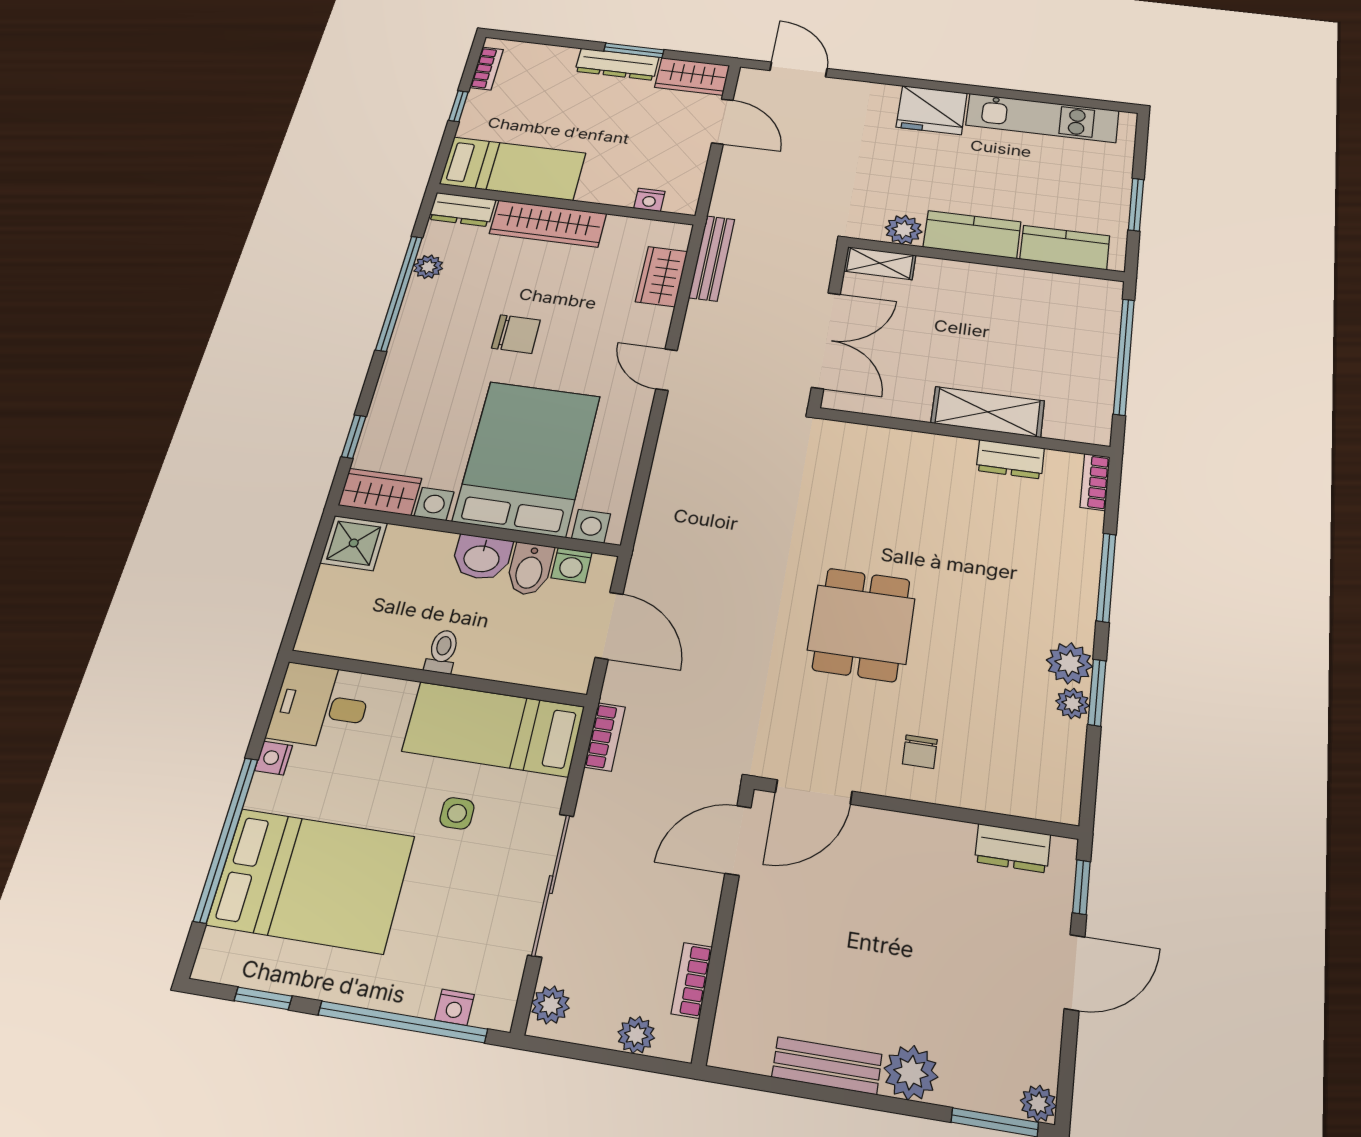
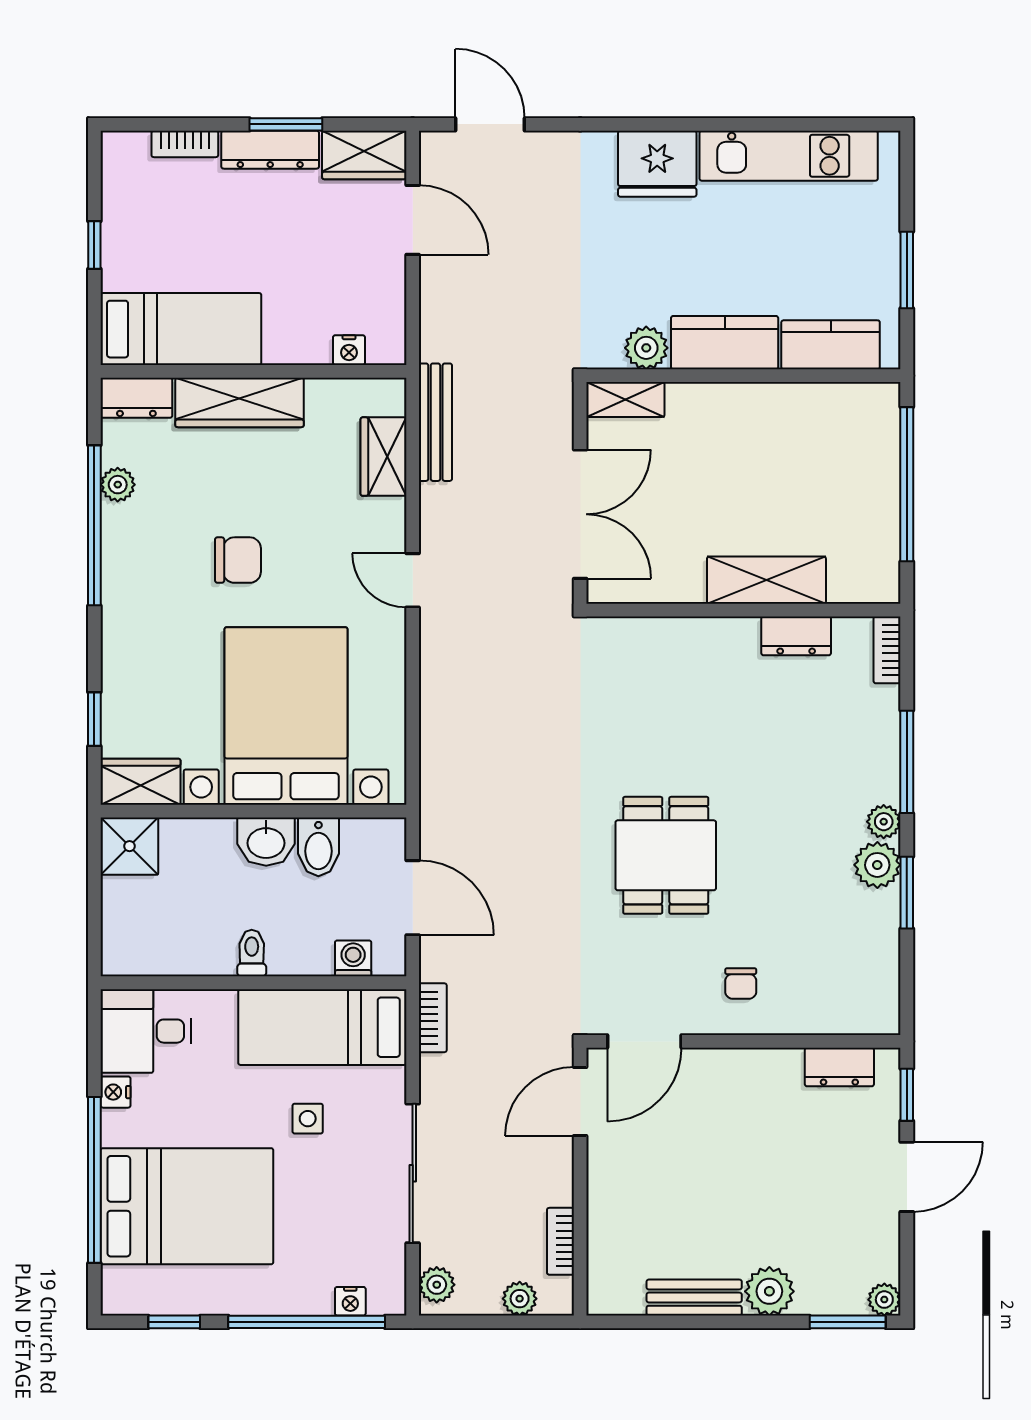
bookcase: (487, 68) -> (185, 144), moved, turned 90
washing machine: (572, 565) -> (353, 958), moved, turned 180
plant: (1072, 703) -> (884, 822), moved

